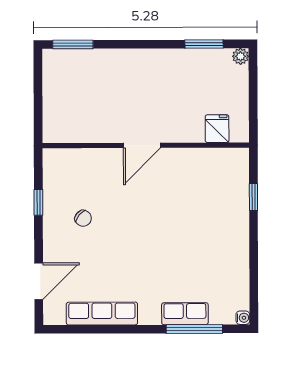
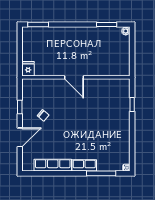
fridge: (217, 129) -> (28, 69), moved
door: (142, 145) -> (74, 77), hinge flipped
door: (39, 281) -> (20, 137), moved
row of seats: (185, 314) -> (84, 165), moved

